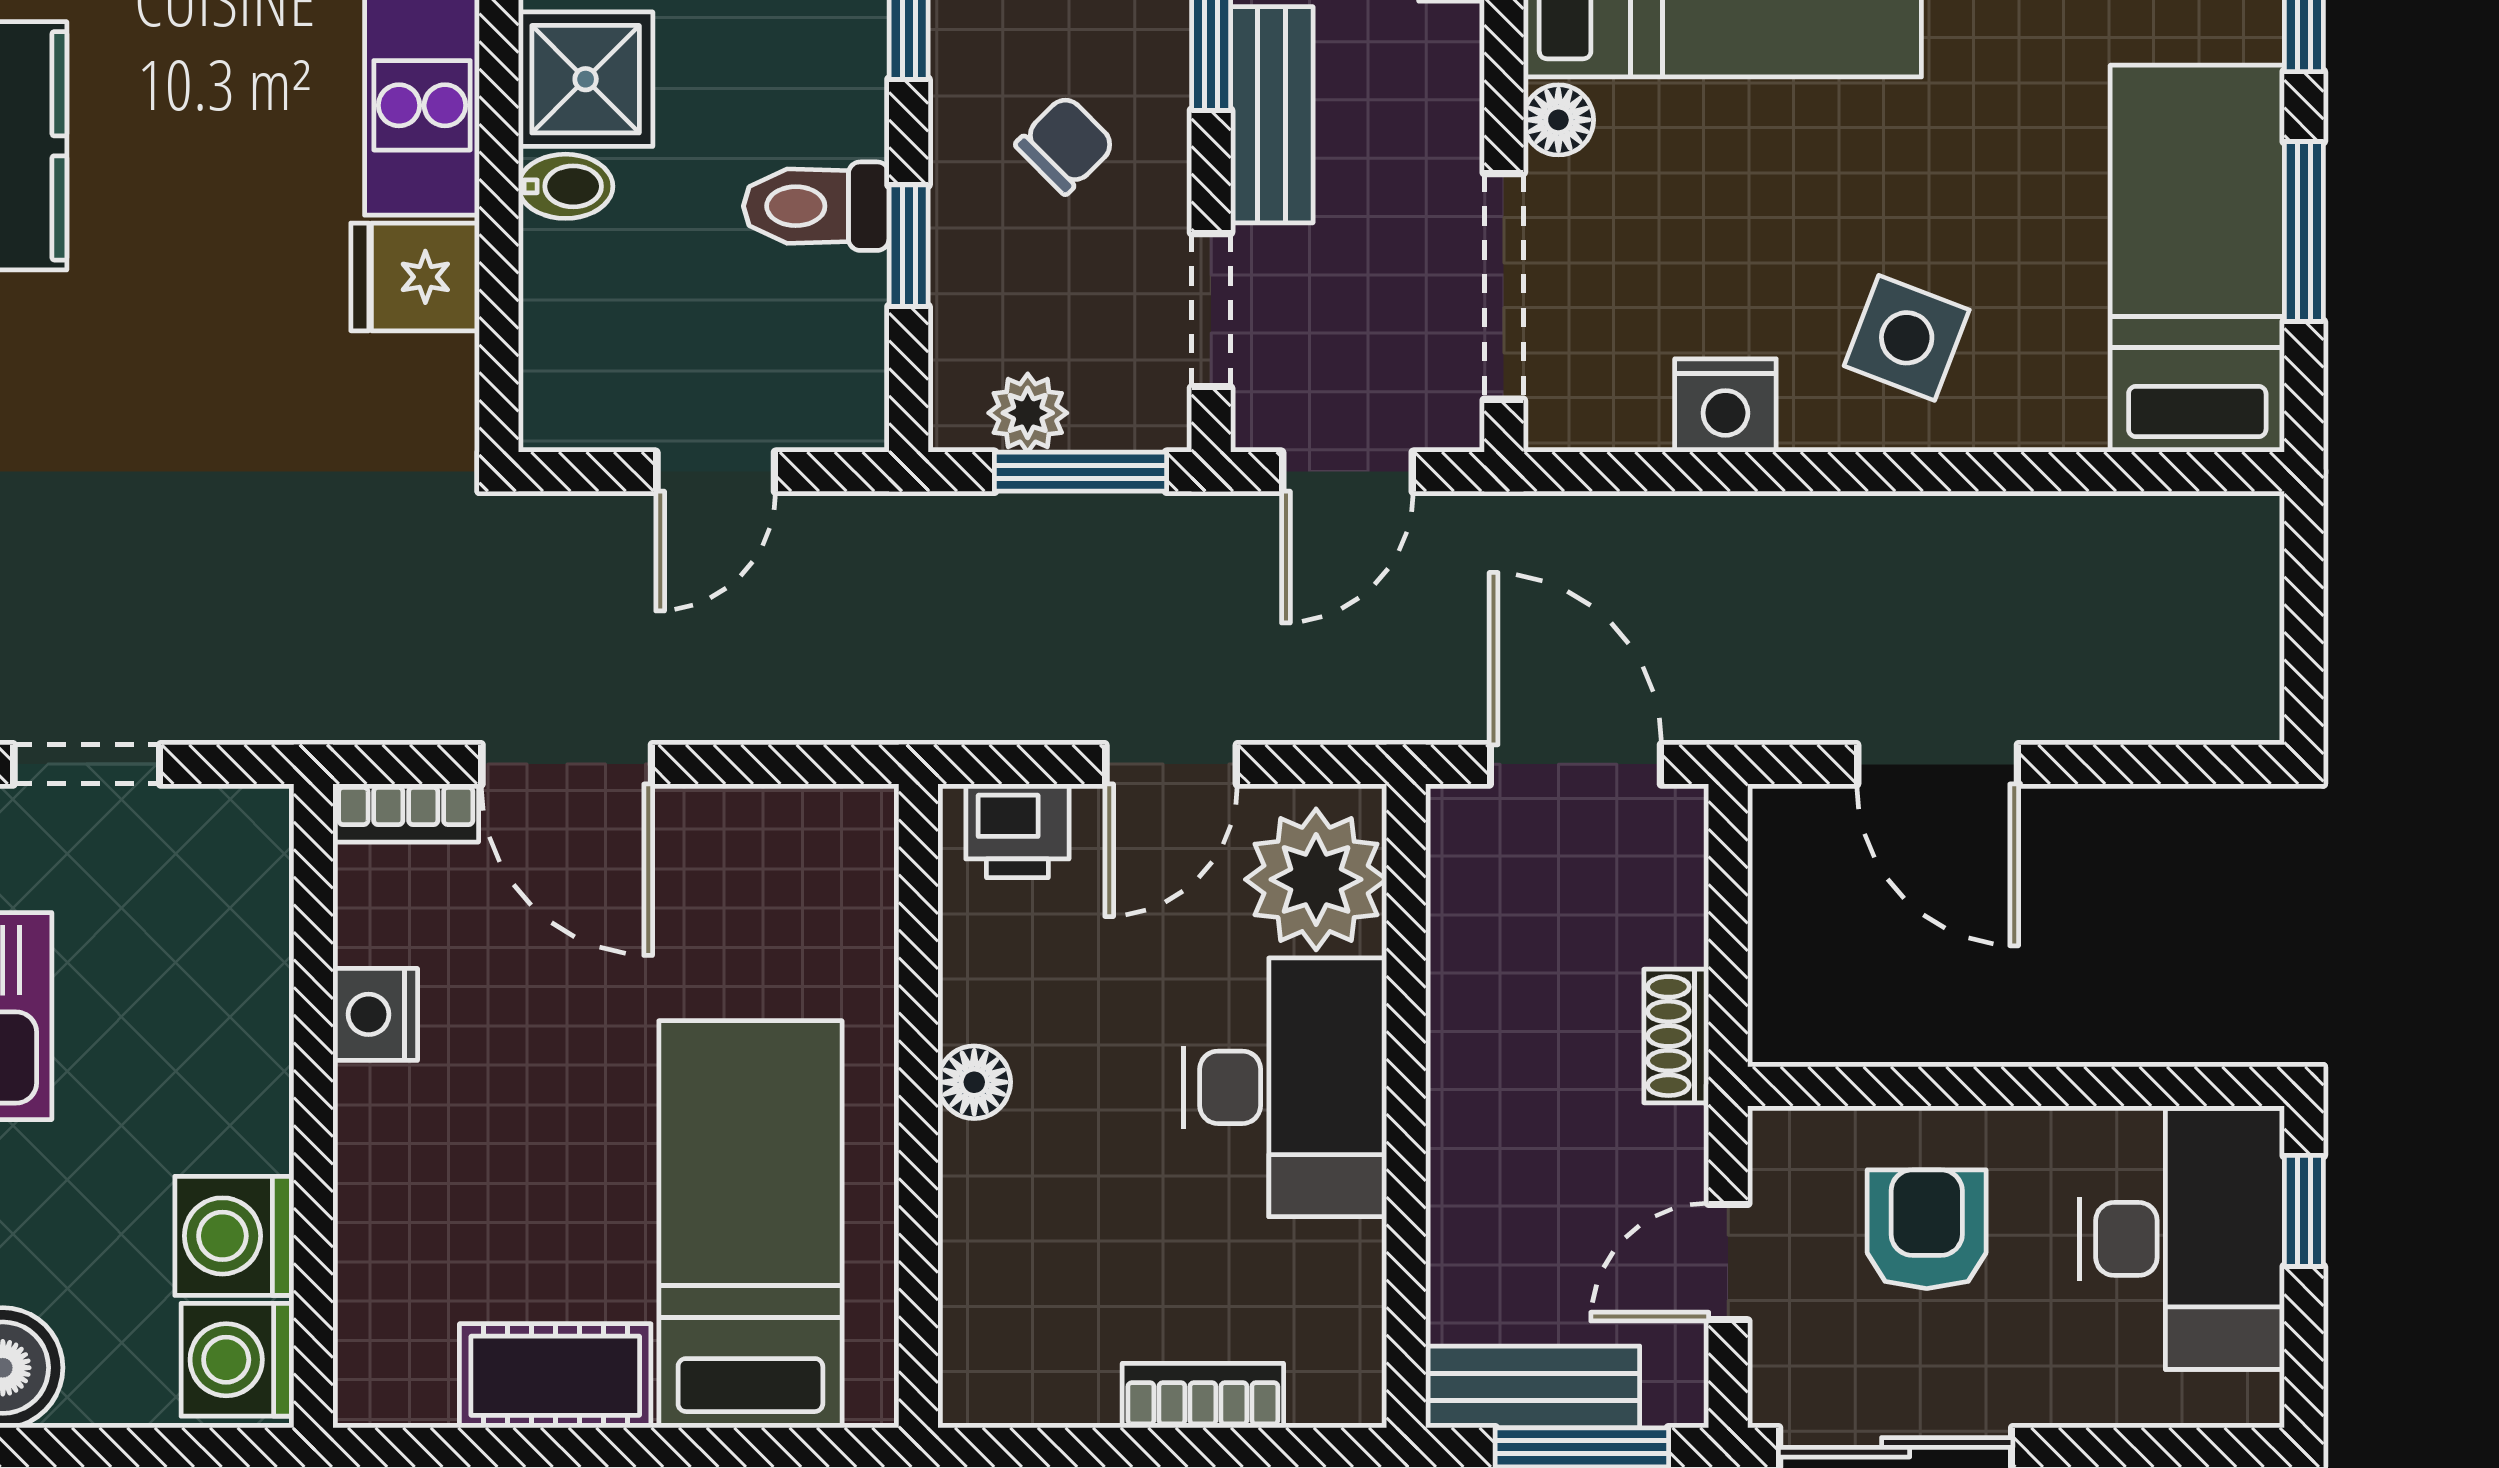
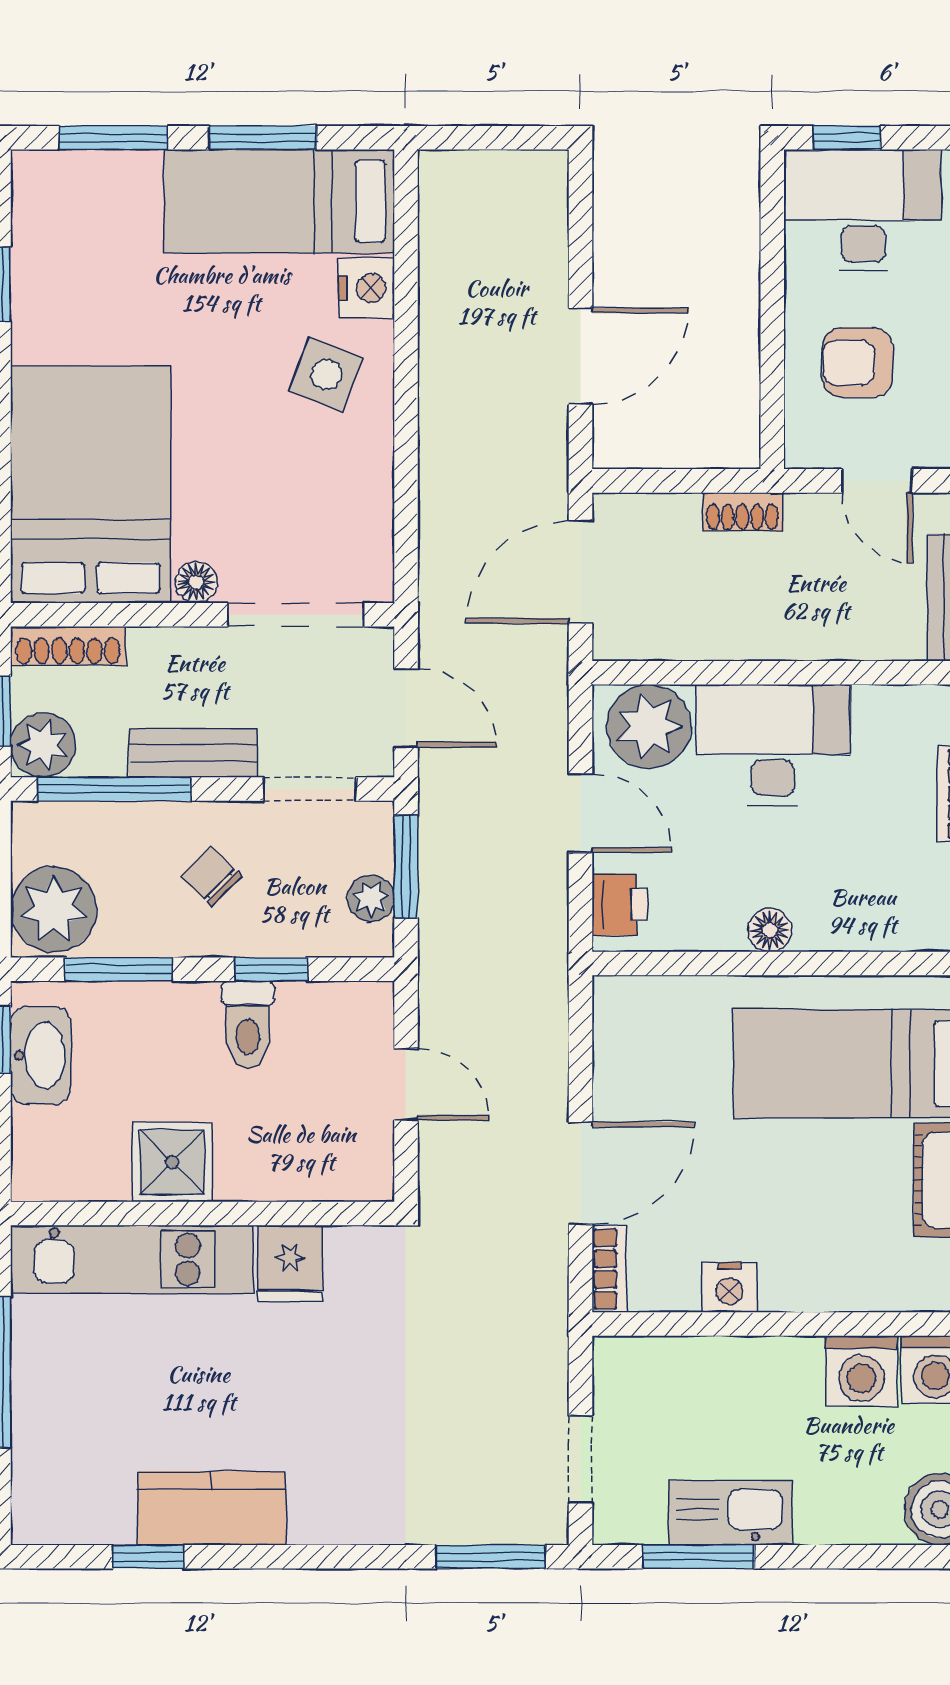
bidet: (566, 186) -> (236, 1174), removed
nightstand: (1725, 405) -> (367, 288), moved

